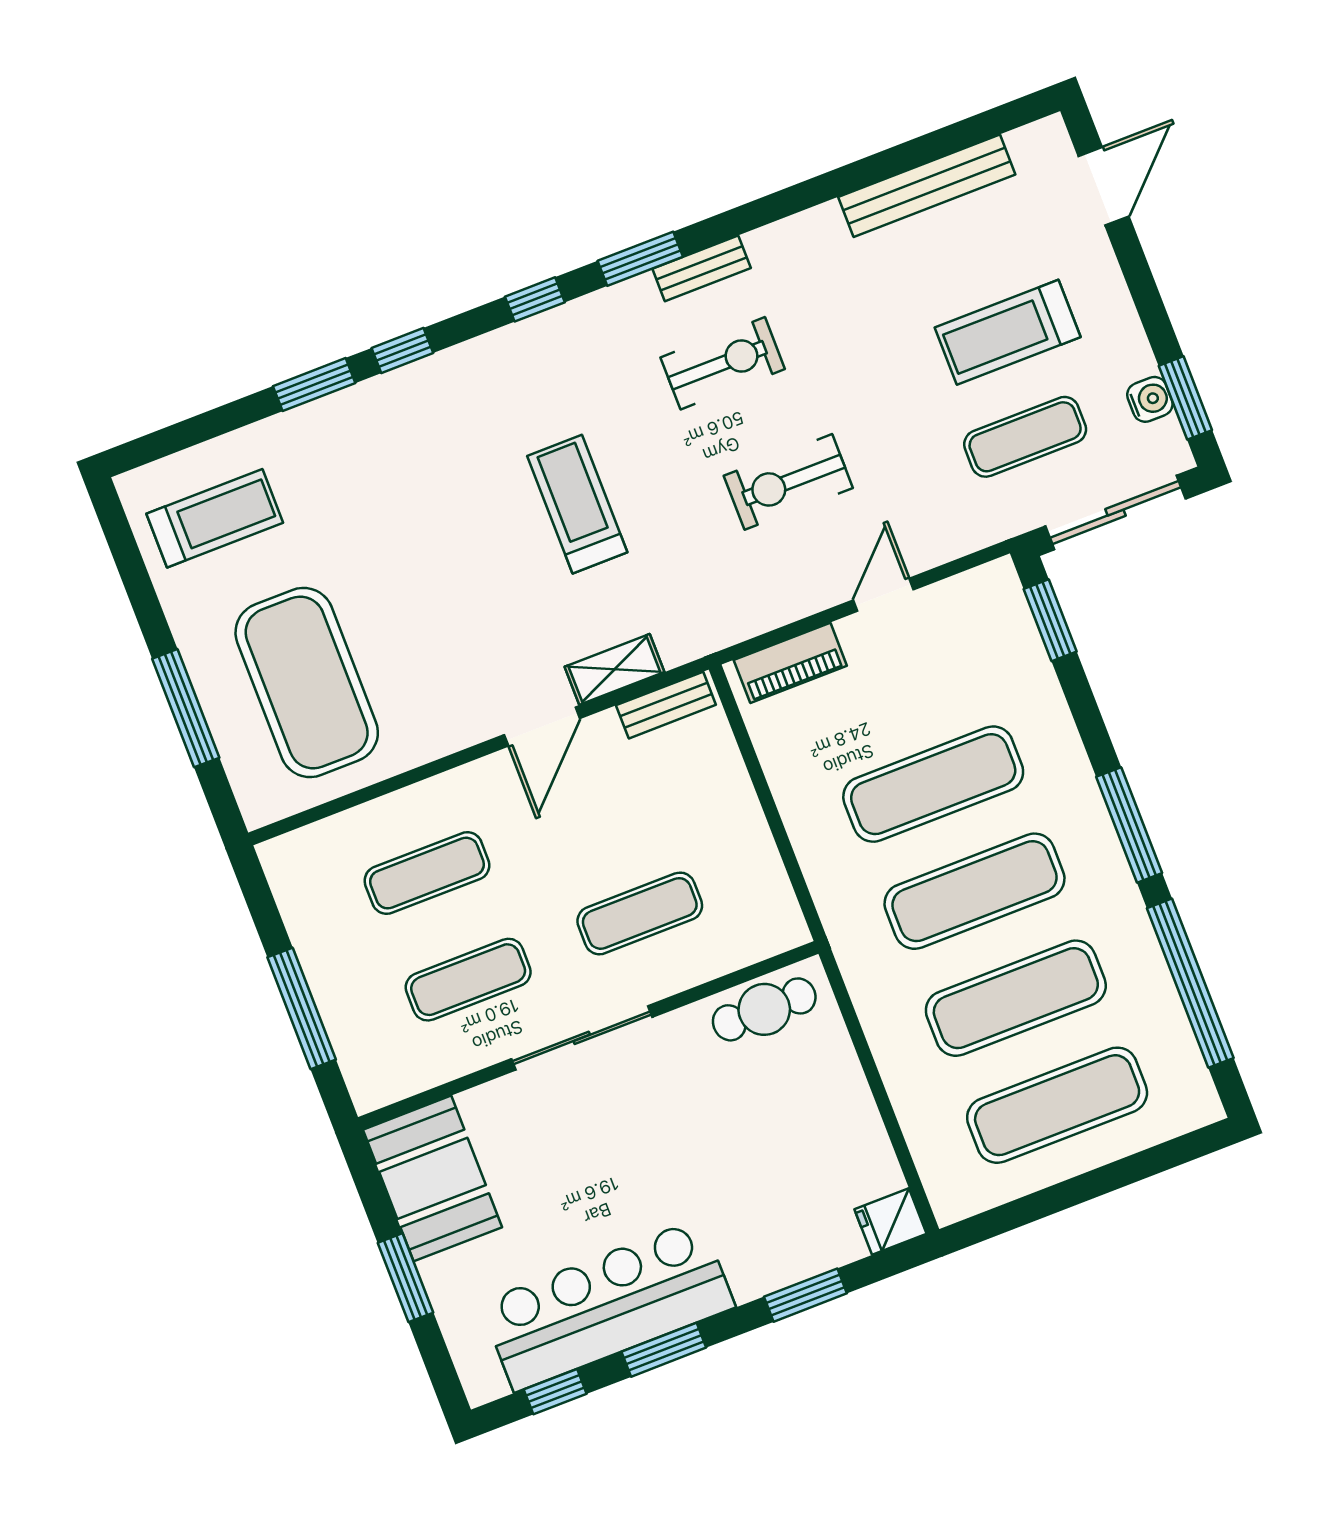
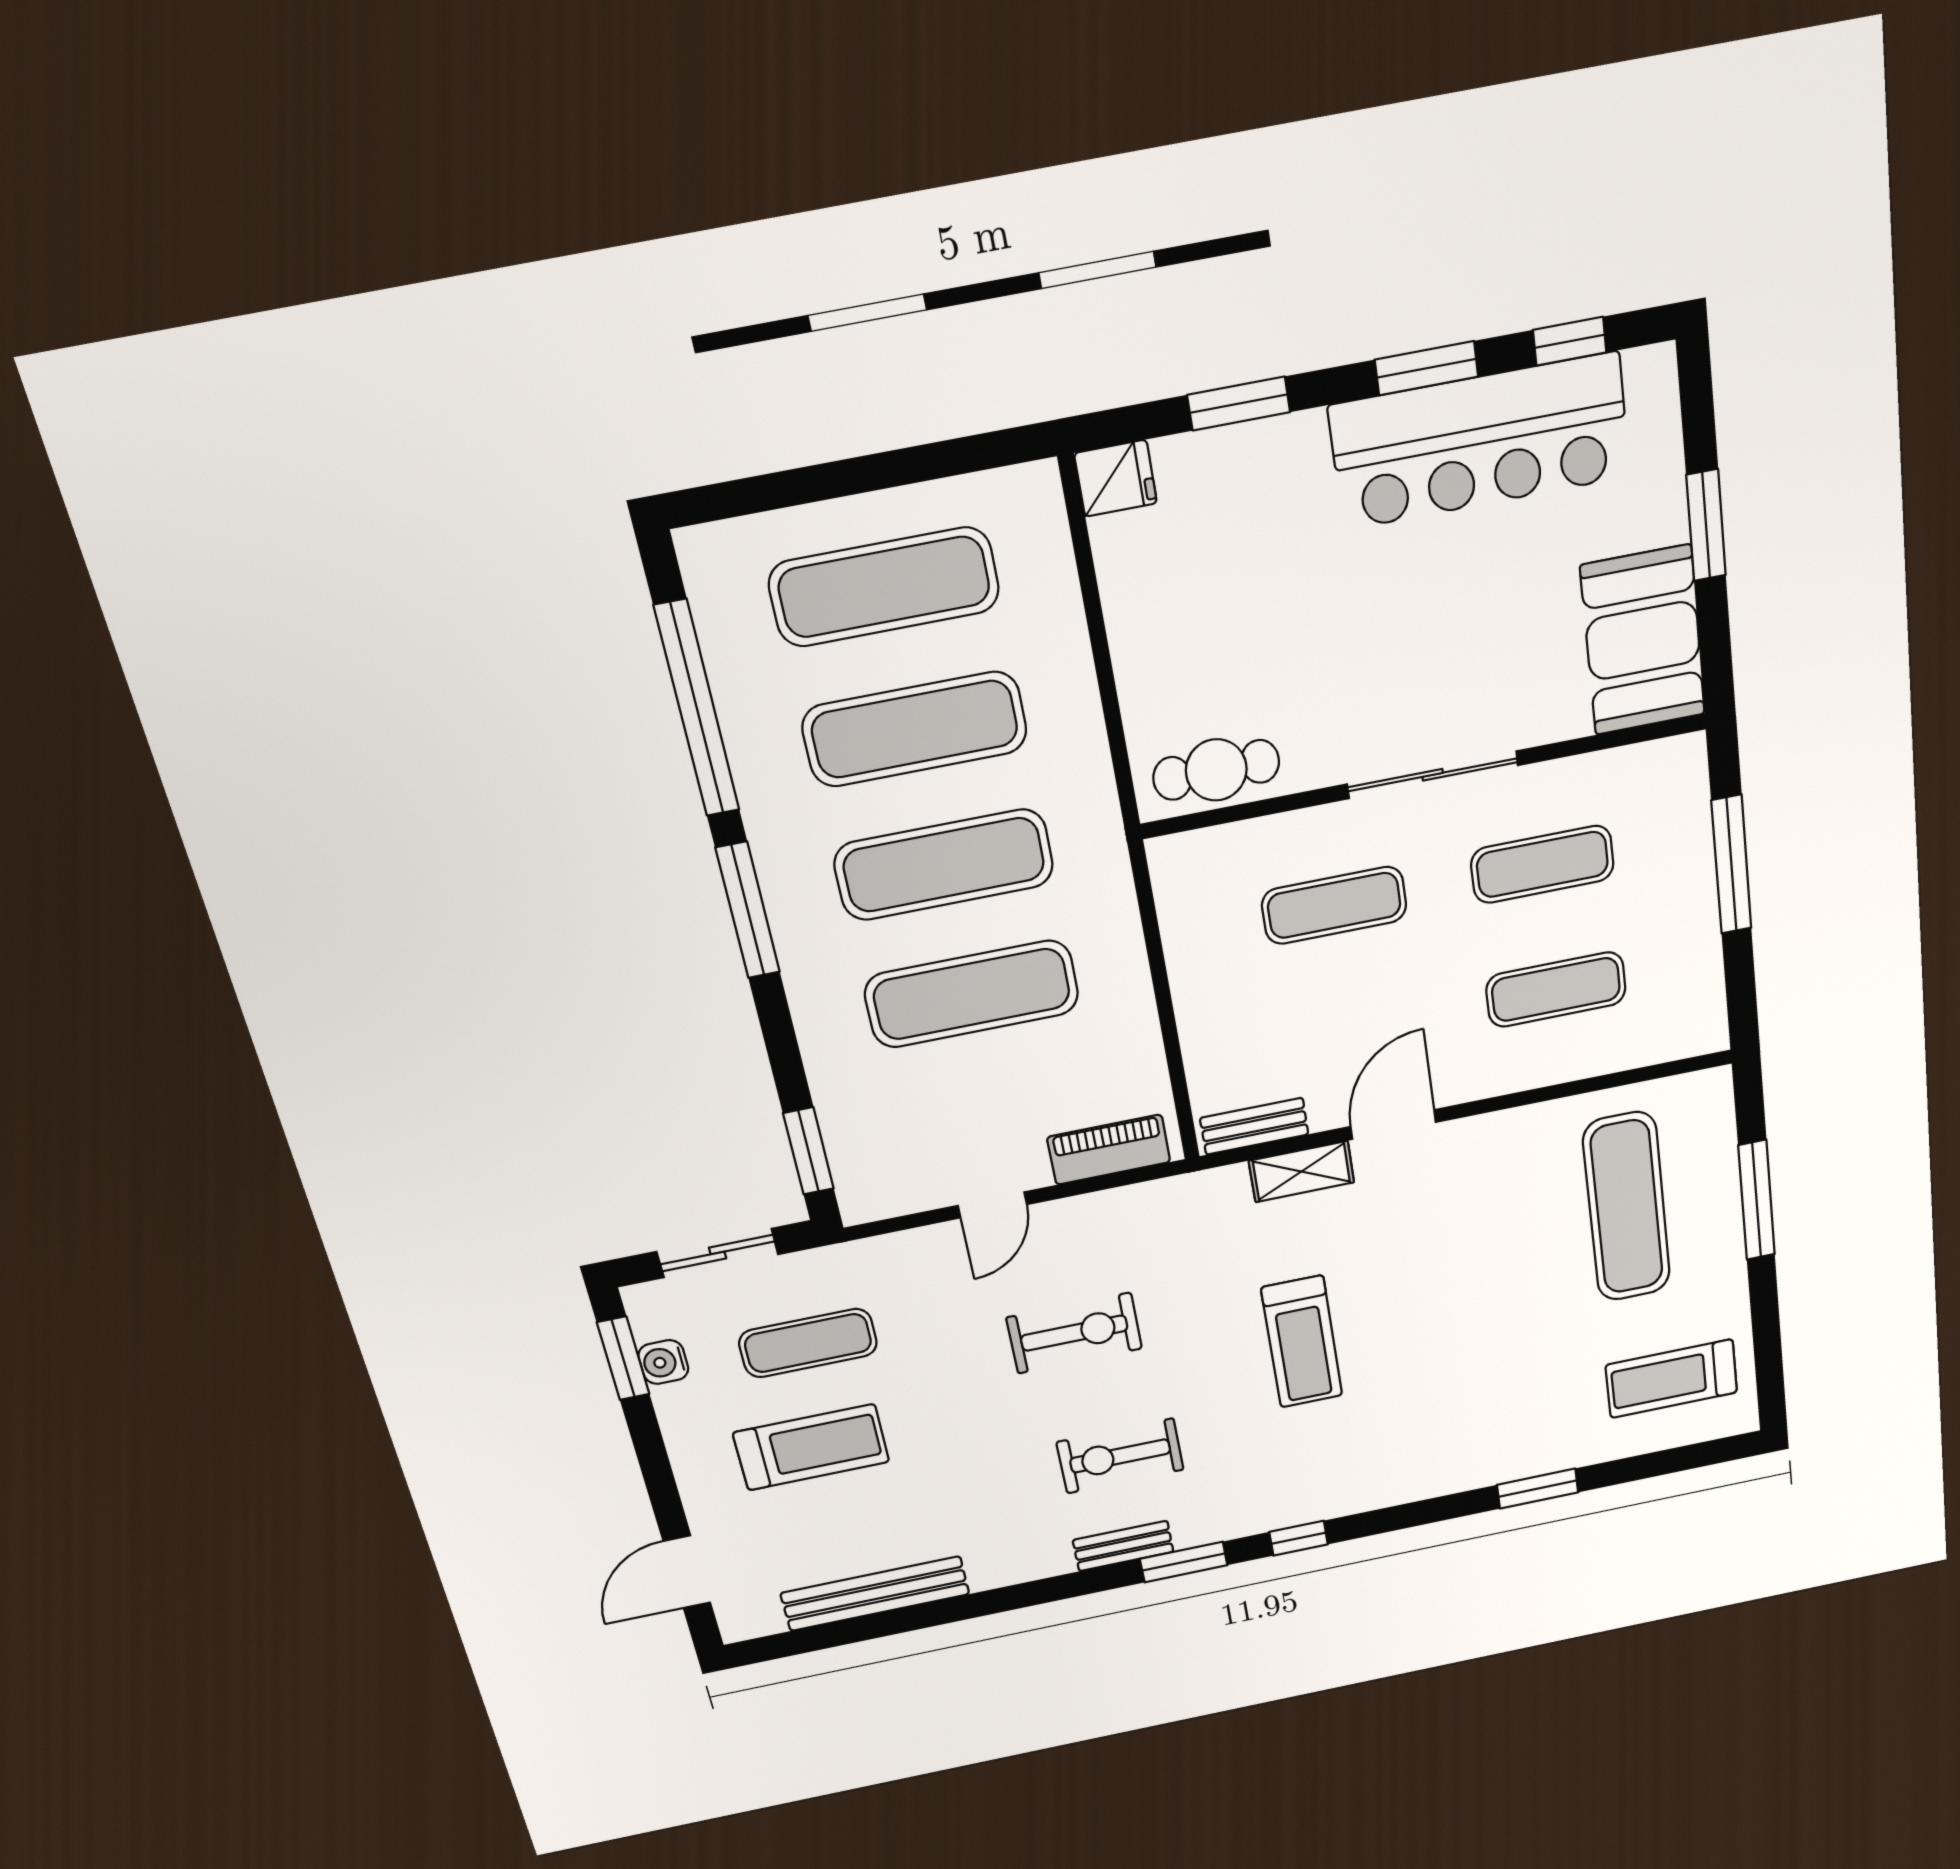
window: (402, 351) -> (1442, 1508), removed
sliding door: (1116, 512) -> (718, 1253), width x0.73
exercise mat: (307, 682) -> (1627, 1207), width x0.68

